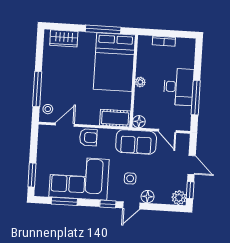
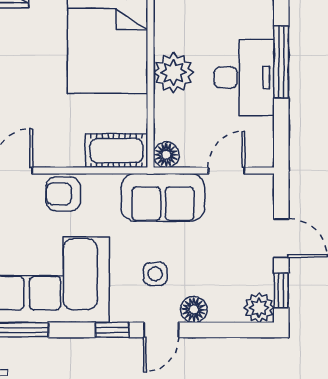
plant: (140, 82) -> (174, 73), width x1.87, depth x1.87
window: (196, 98) -> (281, 62), moved
door: (167, 131) -> (226, 170), swing flipped
armchair: (88, 137) -> (63, 194), turned 180

